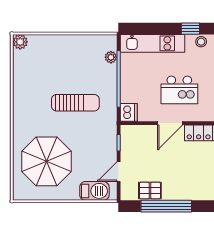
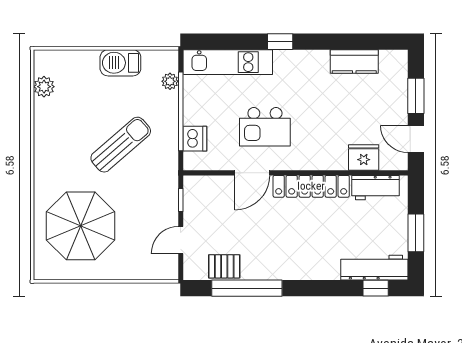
plant: (20, 42) -> (44, 87), moved
stool: (201, 42) -> (295, 60), removed
sun lounger: (75, 103) -> (121, 145), turned -41
dishwasher: (129, 112) -> (195, 139), moved
barbecue: (94, 191) -> (120, 63), moved, turned 180

